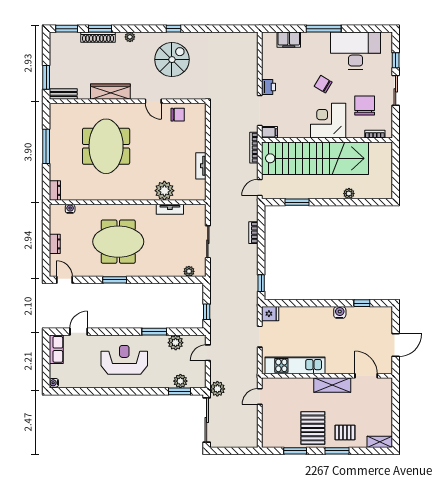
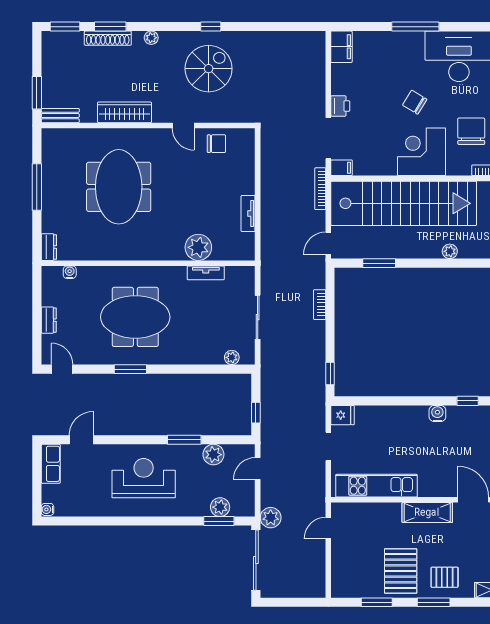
filing cabinet: (289, 40) -> (341, 47), moved, turned -90

